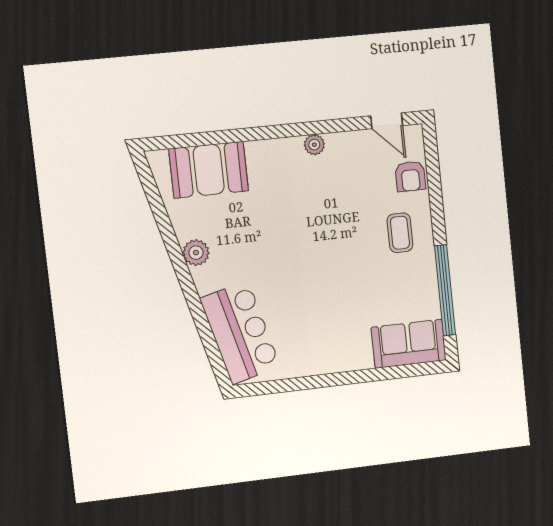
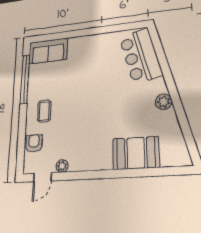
door: (387, 121) -> (43, 177), swing flipped
plant: (314, 145) -> (62, 166), moved
booth: (209, 170) -> (136, 153), moved

